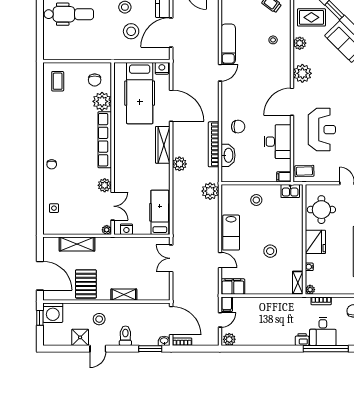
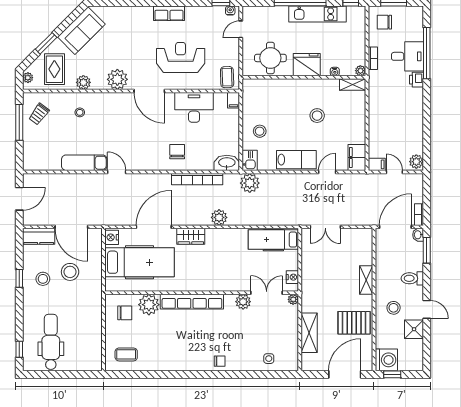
wardrobe: (163, 145) -> (191, 236), width x0.67
washbasin: (228, 155) -> (227, 163), moved
kitchen sink: (290, 191) -> (250, 160), moved

